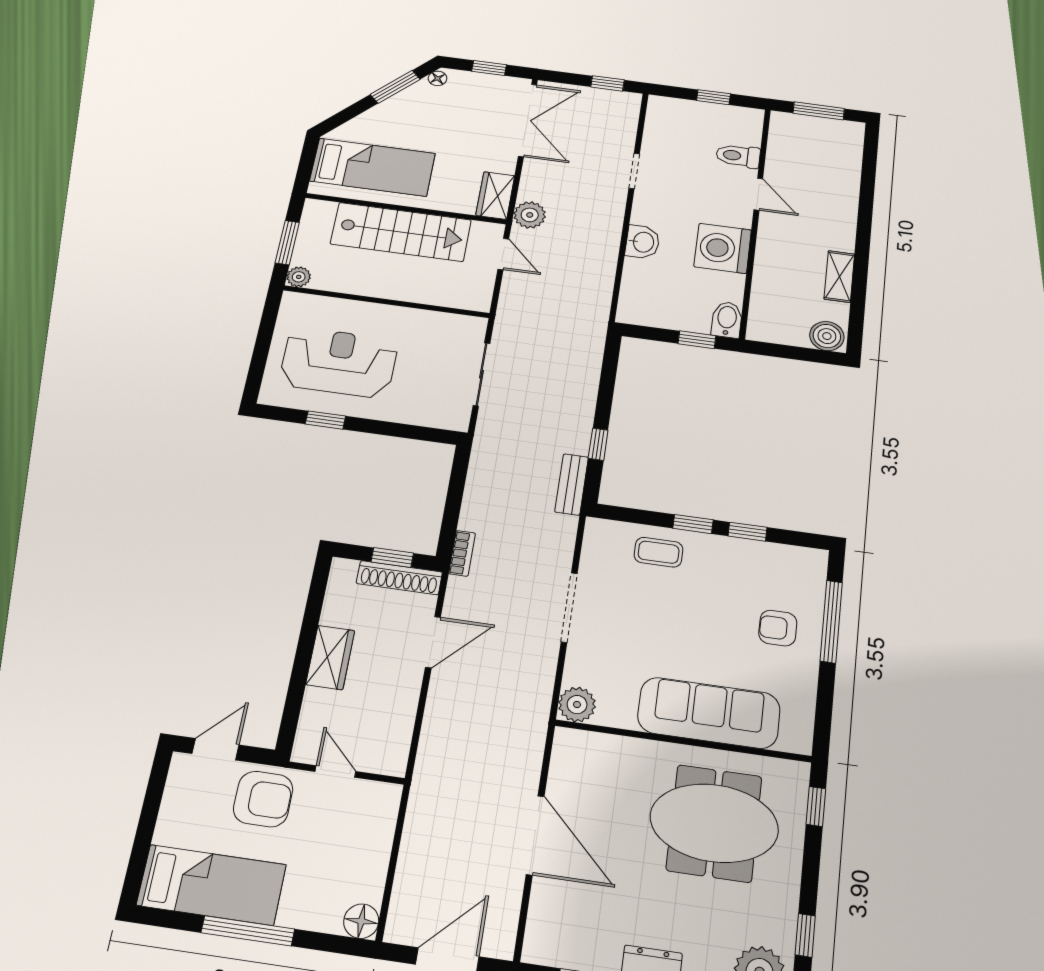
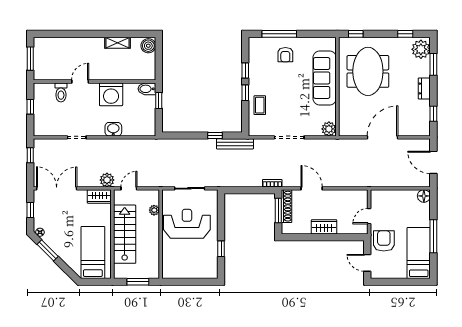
plant: (299, 277) -> (154, 210), moved
reception desk: (339, 362) -> (187, 224), moved, turned 90
bench: (572, 484) -> (235, 144), width x1.36
window: (392, 557) -> (278, 211), width x1.50

